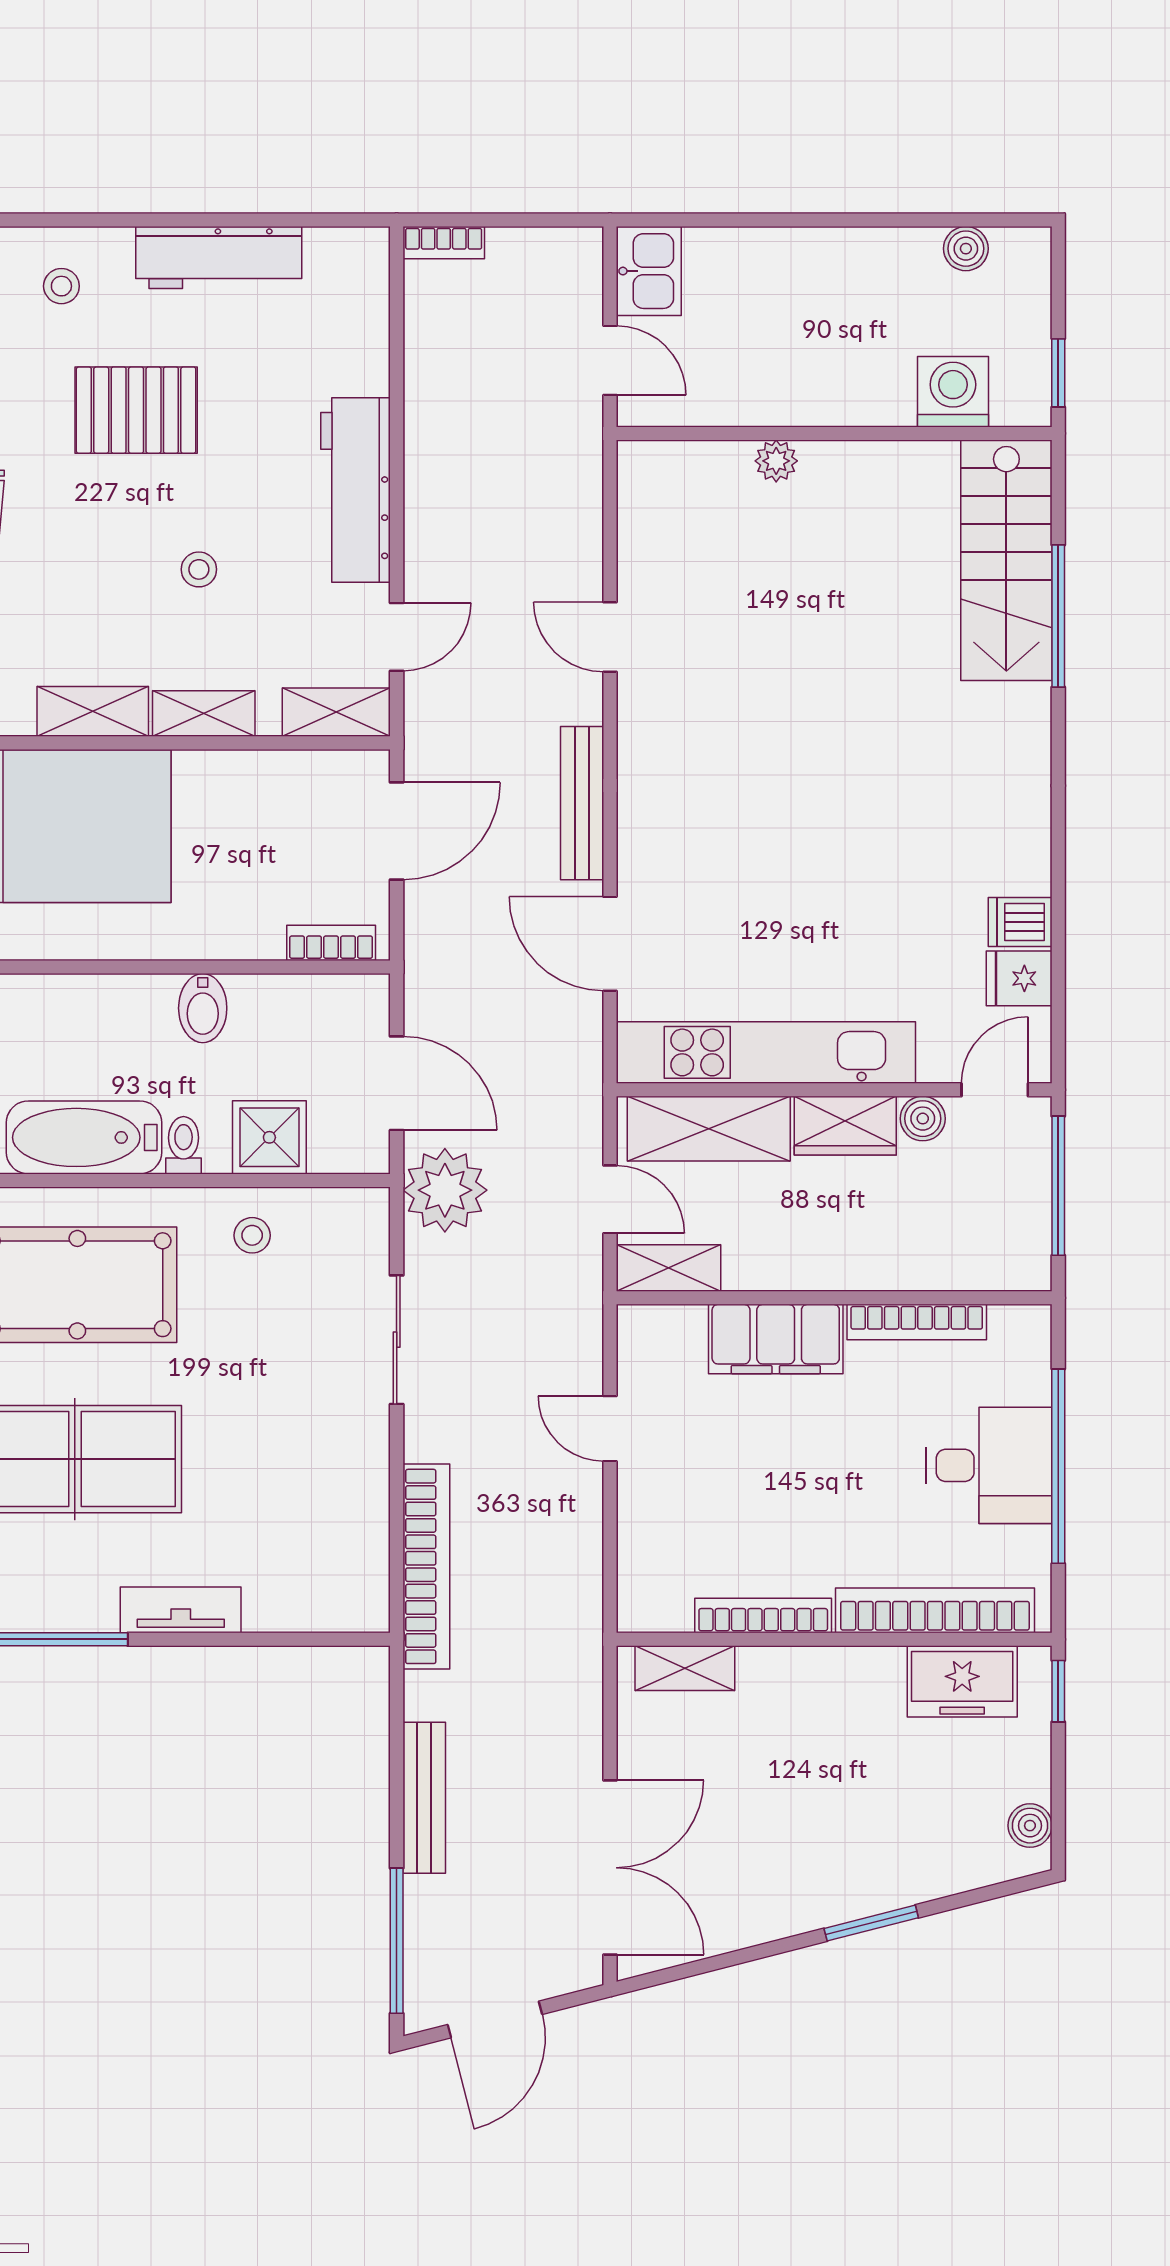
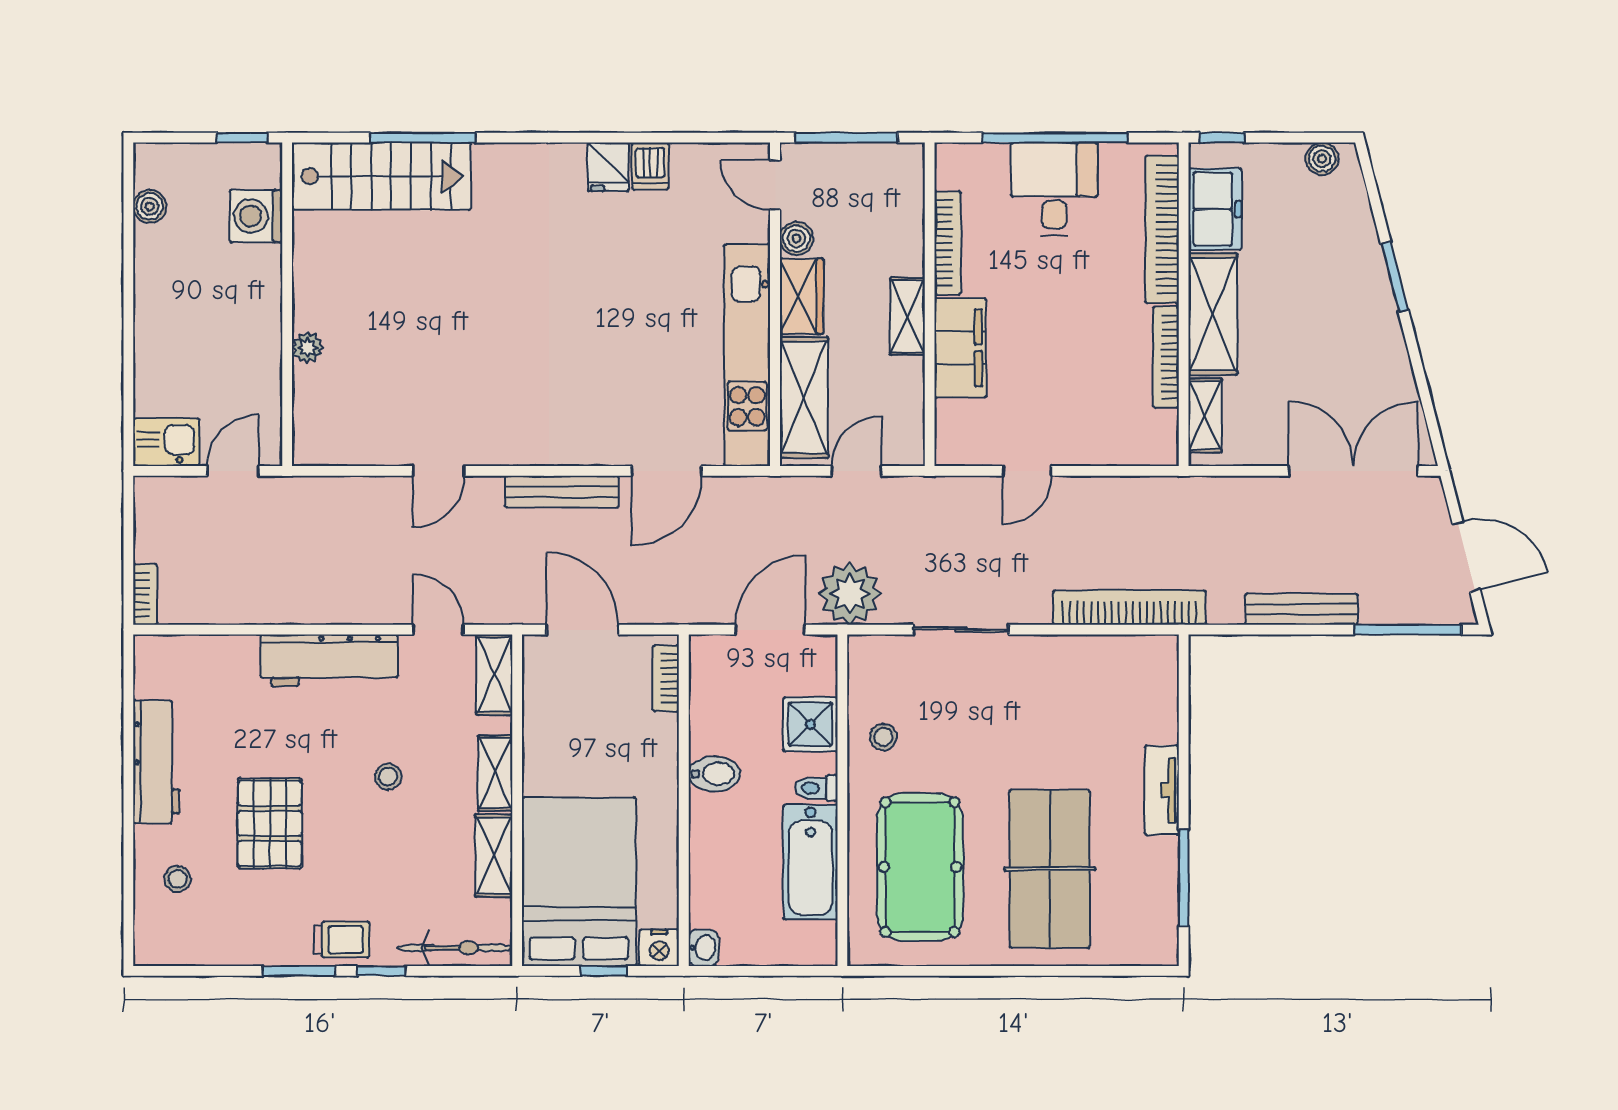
fridge: (1019, 978) -> (608, 167), moved
shelving: (669, 1268) -> (908, 316), moved
shelving: (821, 1679) -> (1213, 314), added

